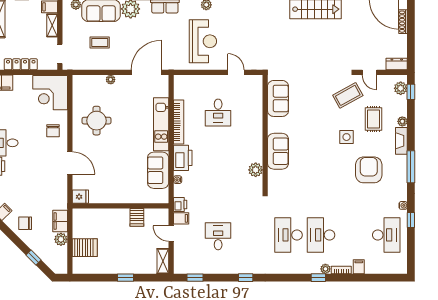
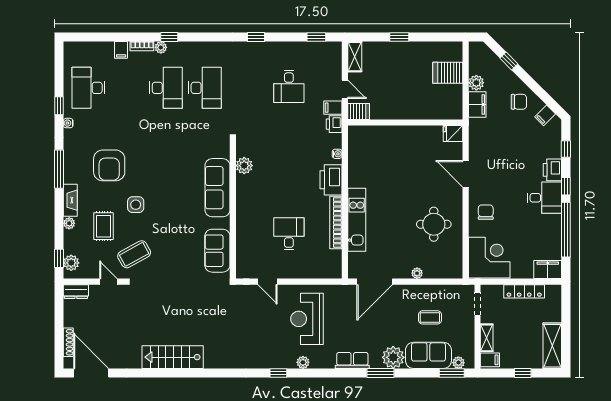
sofa: (278, 151) -> (217, 188), width x1.36
sofa: (158, 170) -> (360, 165), removed
server rack: (137, 217) -> (359, 111), moved, turned 90

